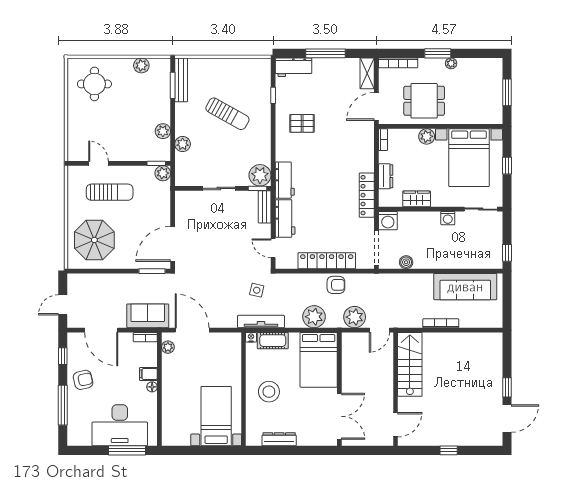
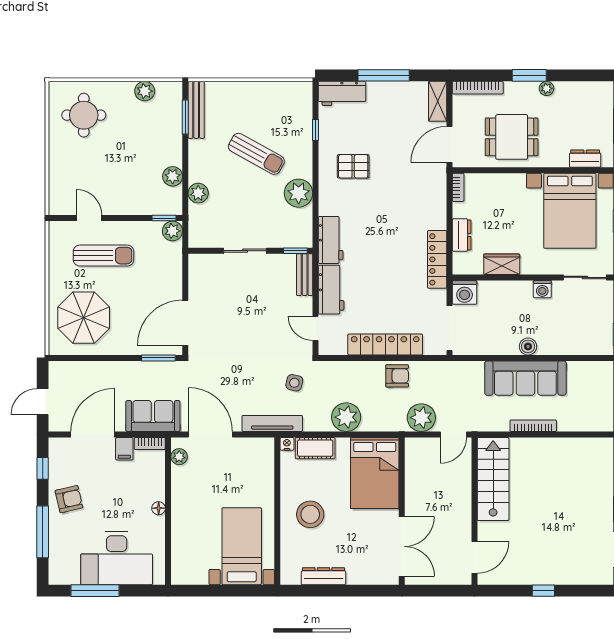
dresser: (481, 117) -> (585, 159), added
plant: (427, 136) -> (515, 183), removed
plant: (260, 175) -> (299, 193), moved
boiler: (406, 262) -> (528, 346), moved
sofa: (465, 287) -> (525, 378), moved
plant: (314, 317) -> (346, 417), moved
tv unit: (261, 322) -> (272, 423), moved
door: (101, 330) -> (93, 435), swing flipped
filing cabinet: (148, 374) -> (124, 449), moved, turned -90
window: (127, 450) -> (95, 591), moved

